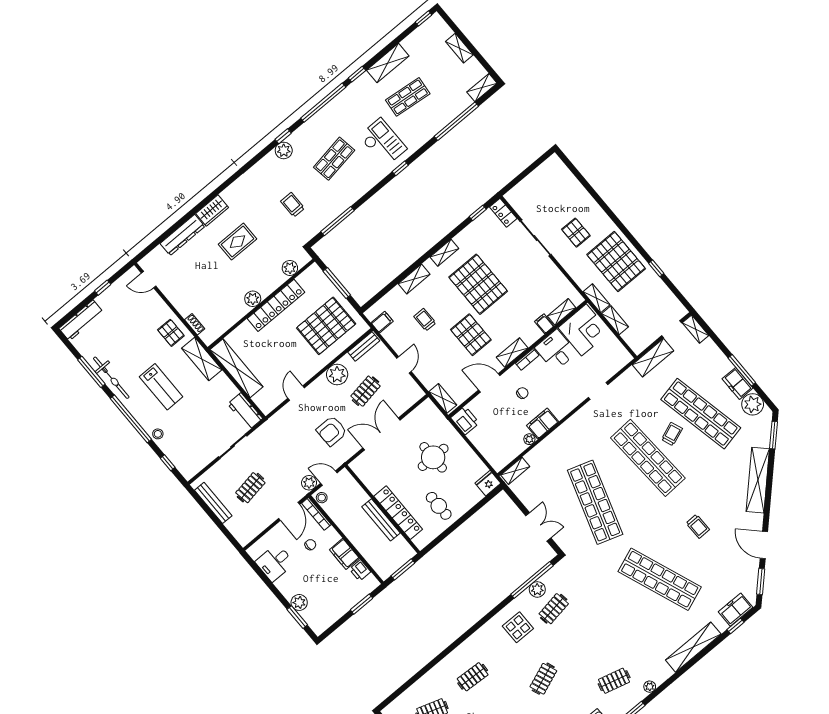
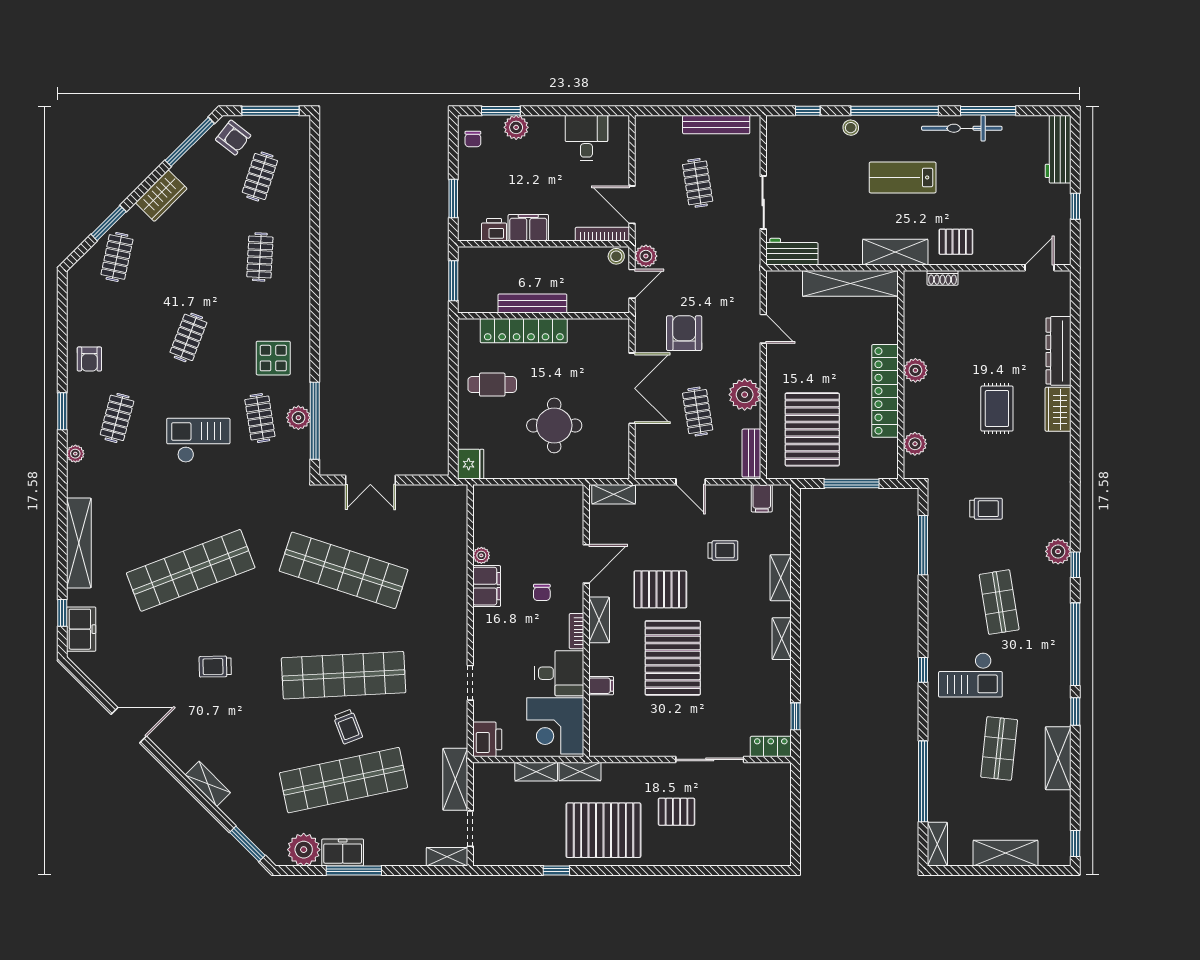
shelving: (459, 48) -> (1006, 853), width x1.50, depth x1.33
pallet: (478, 284) -> (673, 658), moved, turned 90
shelving: (562, 312) -> (598, 717), removed
printer: (465, 420) -> (487, 739), moved, turned -90
shelving: (515, 471) -> (458, 508), removed
shelving: (758, 480) -> (208, 784), width x0.45, depth x0.75
chair: (310, 545) -> (473, 139), moved
window: (761, 582) -> (89, 686), removed
checkout: (591, 630) -> (198, 440), added
clothes rail: (543, 679) -> (188, 337), turned 42

